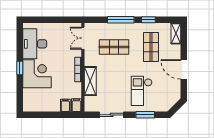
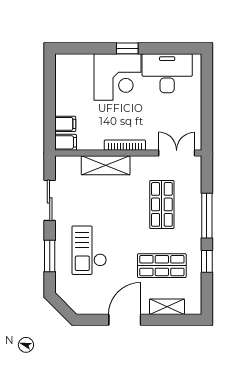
shelving: (176, 33) -> (167, 307), moved
checkout: (142, 91) -> (89, 250), turned -90

